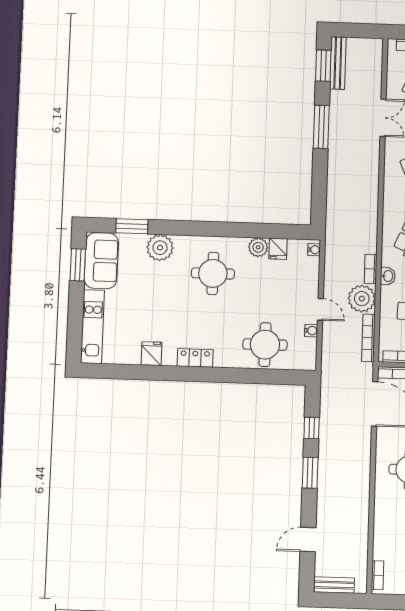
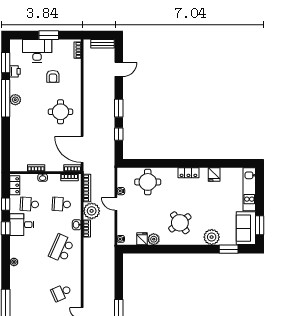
round table: (213, 273) -> (180, 223), turned -37

